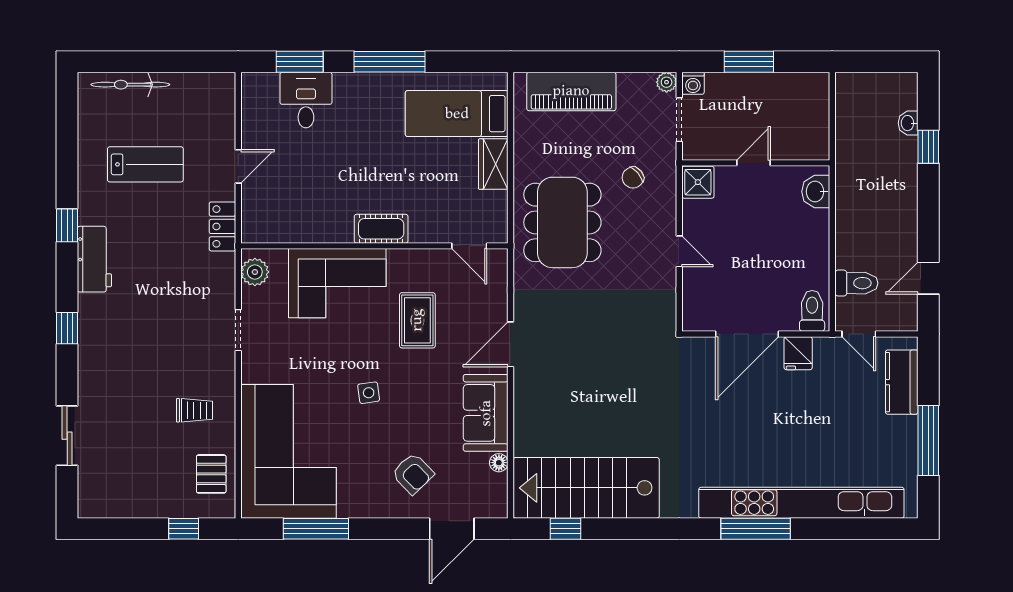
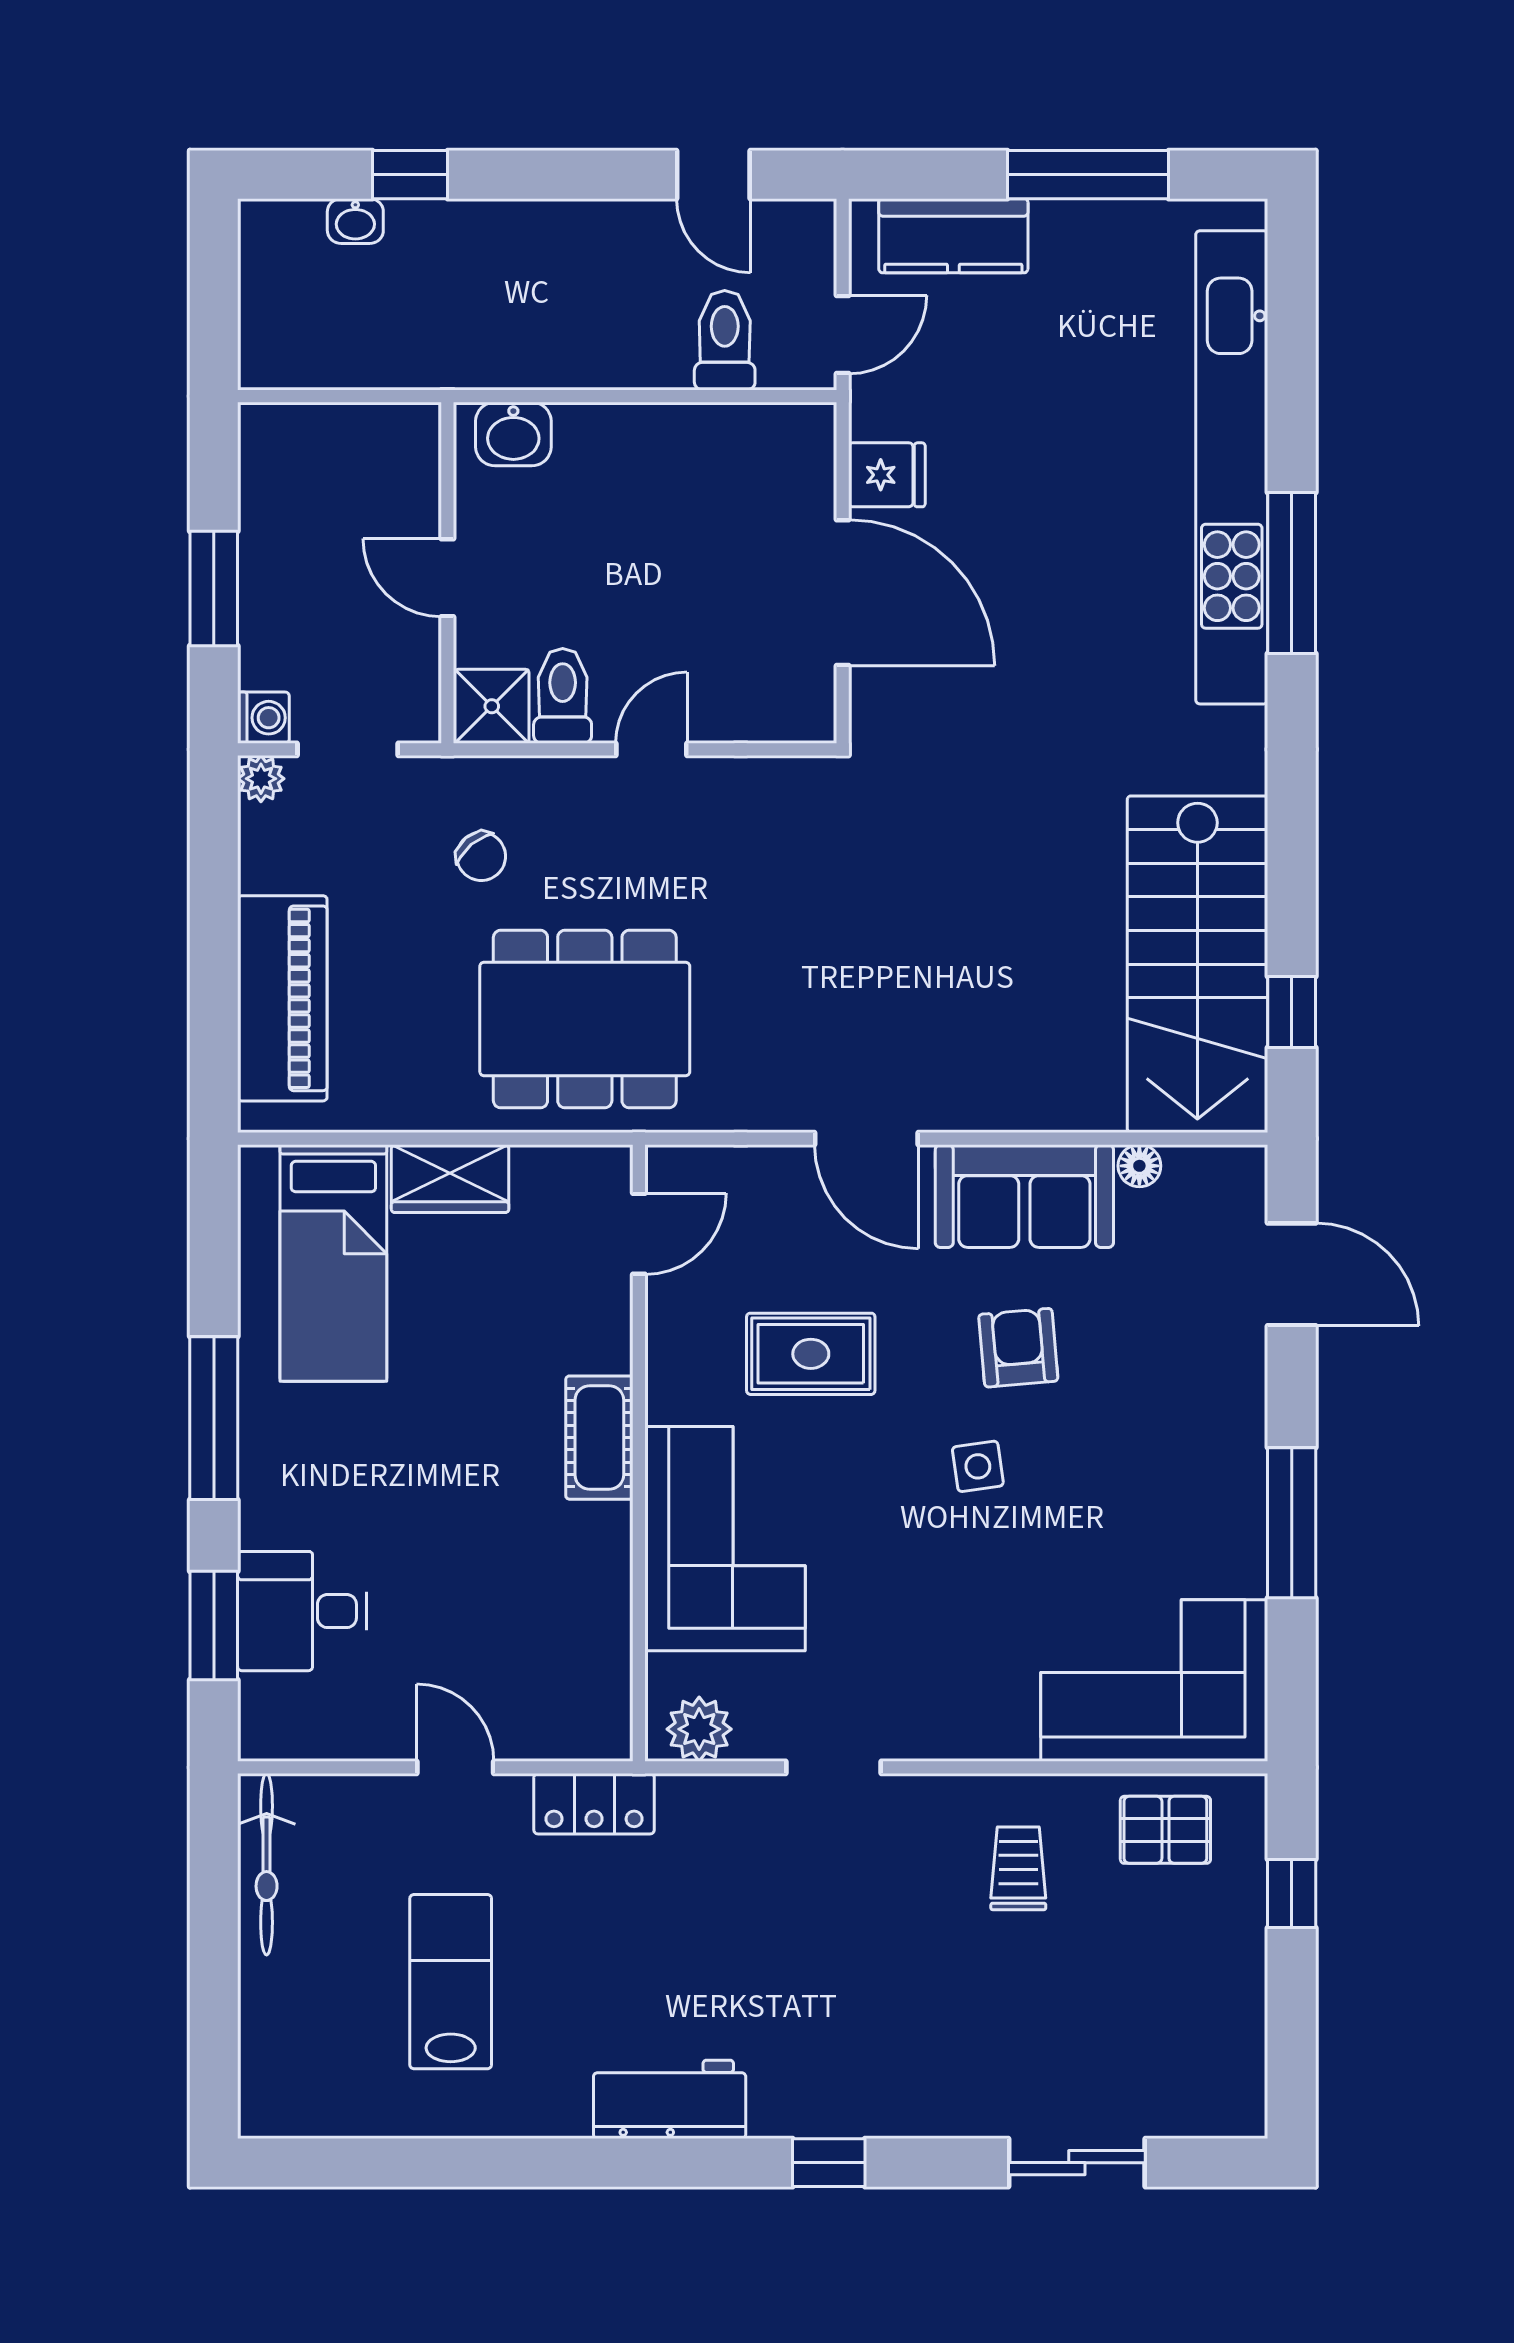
bicycle: (130, 85) -> (267, 1864), moved
window: (67, 225) -> (591, 2163), removed
toilet: (812, 311) -> (563, 696), moved, turned 90
corner sofa: (288, 451) -> (1154, 1680), width x0.73, depth x0.74
armchair: (413, 474) -> (1018, 1348), moved, turned -51
window: (316, 529) -> (1292, 1523), moved

